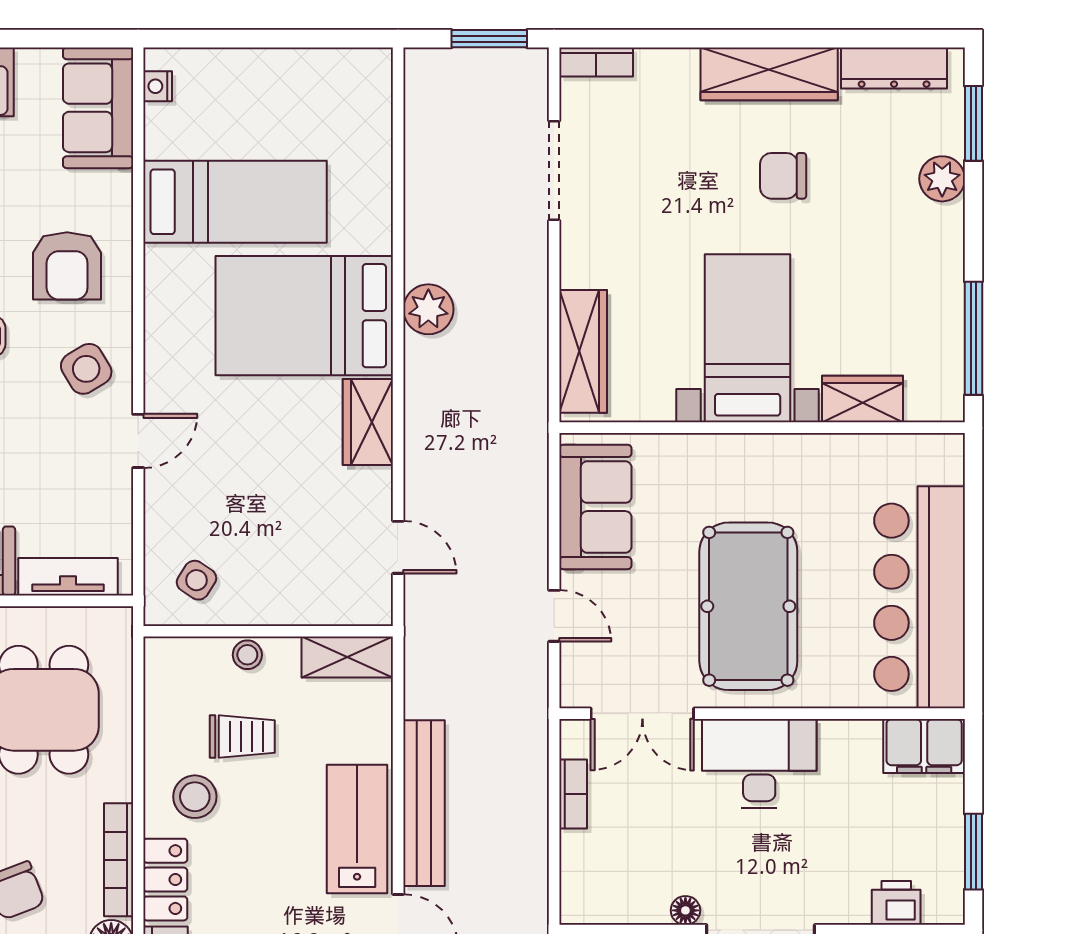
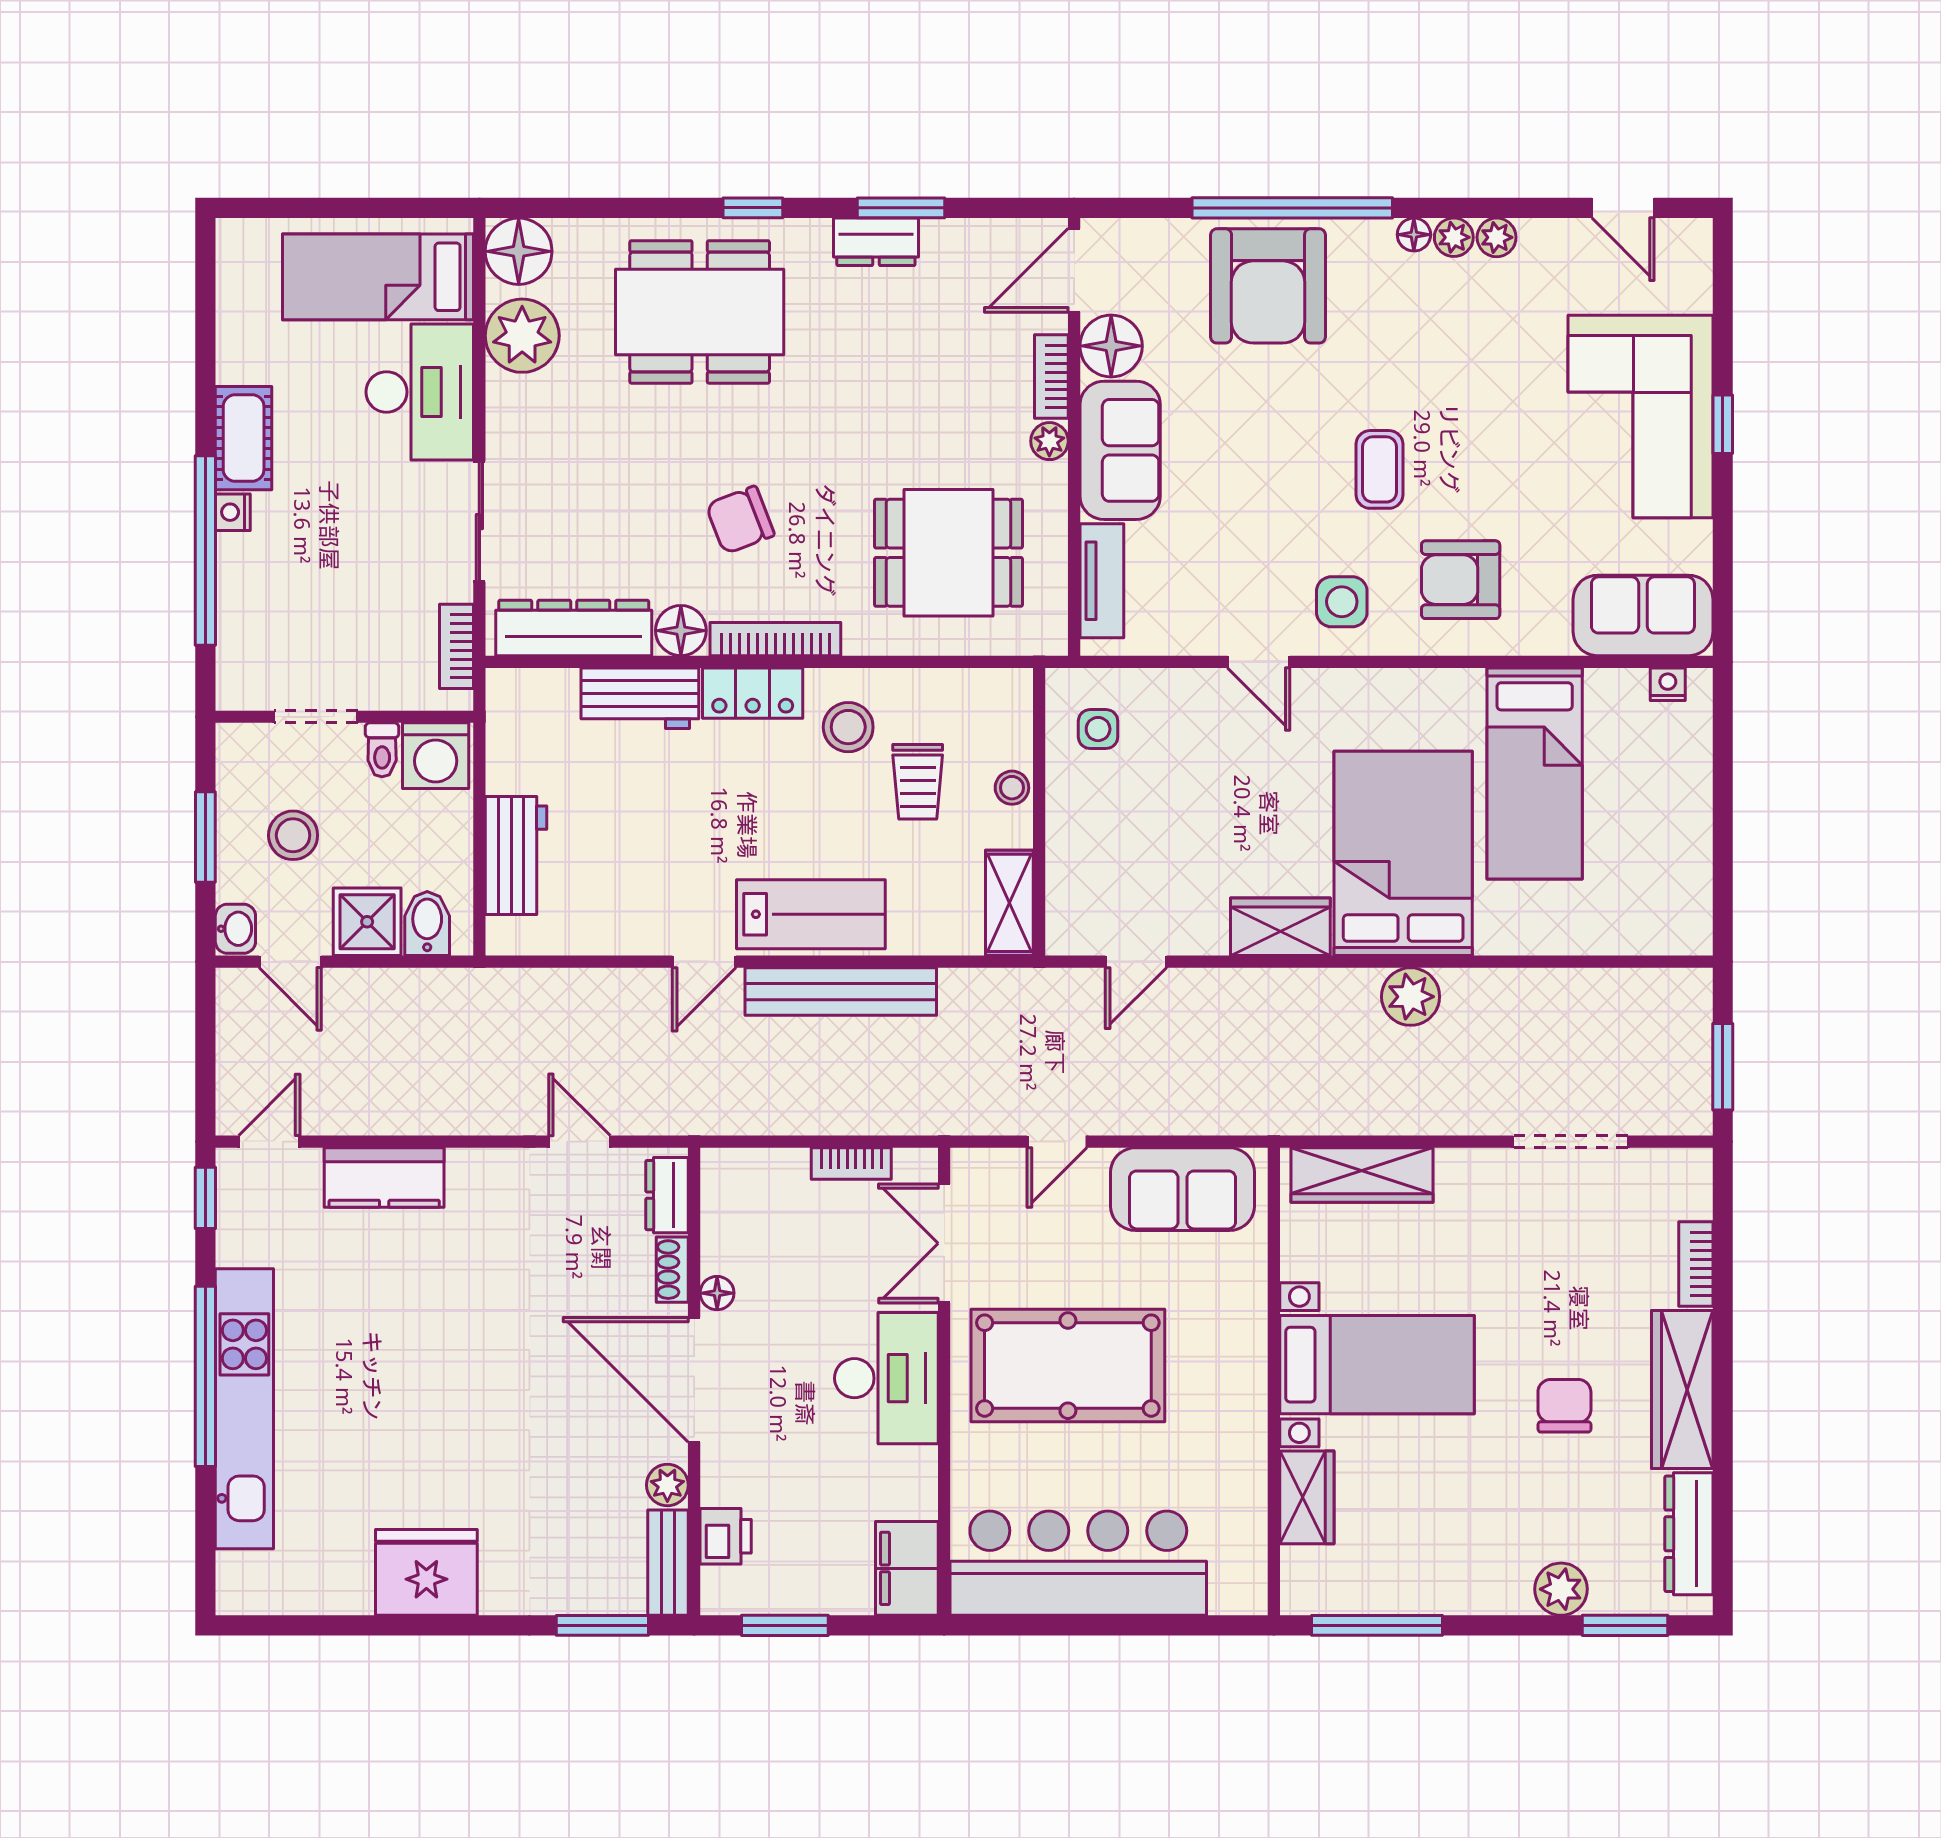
bookcase: (596, 62) -> (1696, 1264), moved
side table: (86, 369) -> (1342, 602), turned 31
side table: (197, 580) -> (1098, 729), turned -33

